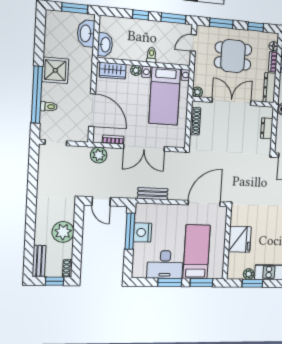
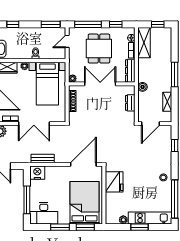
window: (141, 15) -> (13, 24), moved
window: (221, 23) -> (88, 24), width x1.44
dining table: (233, 56) -> (99, 49), turned 90
window: (130, 231) -> (27, 200), moved
nightstand: (143, 232) -> (37, 173), moved, turned 90
fridge: (240, 239) -> (114, 182), moved
bed: (197, 252) -> (85, 203), width x1.50
desk: (165, 264) -> (44, 213), moved
window: (252, 283) -> (139, 227), moved

